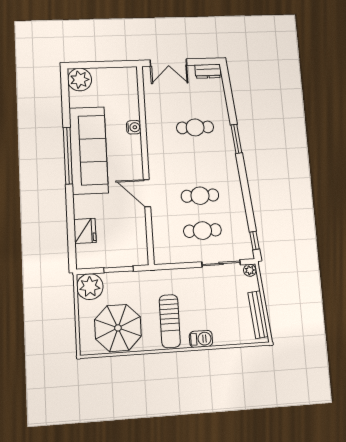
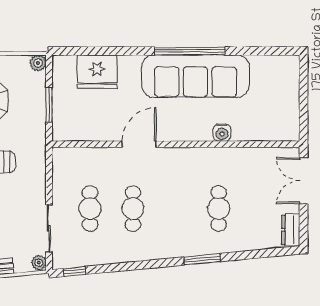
plant: (80, 80) -> (285, 69), removed
fridge: (85, 231) -> (97, 72), width x1.36, depth x1.34
plant: (90, 287) -> (38, 63), width x0.53, depth x0.53

